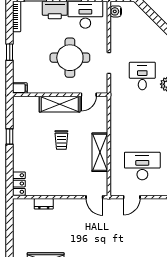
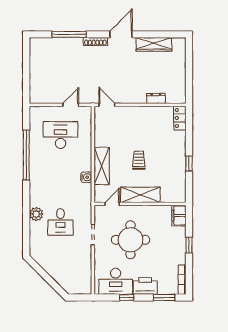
water cooler: (116, 11) -> (86, 177), moved
filing cabinet: (20, 88) -> (179, 216), width x2.00
shelving: (100, 152) -> (102, 166), moved
desk: (142, 166) -> (60, 135), turned 180

